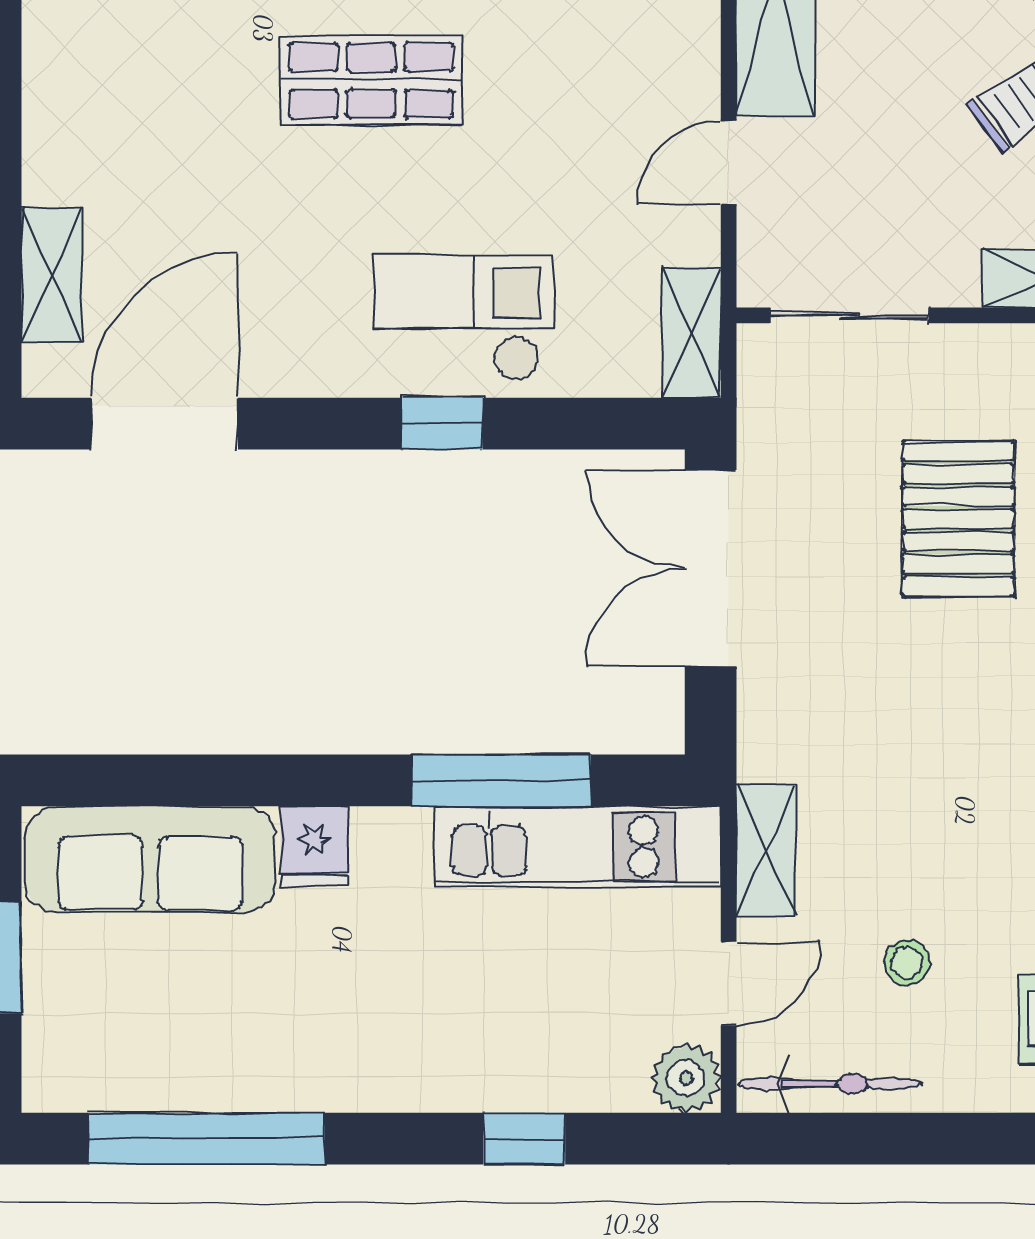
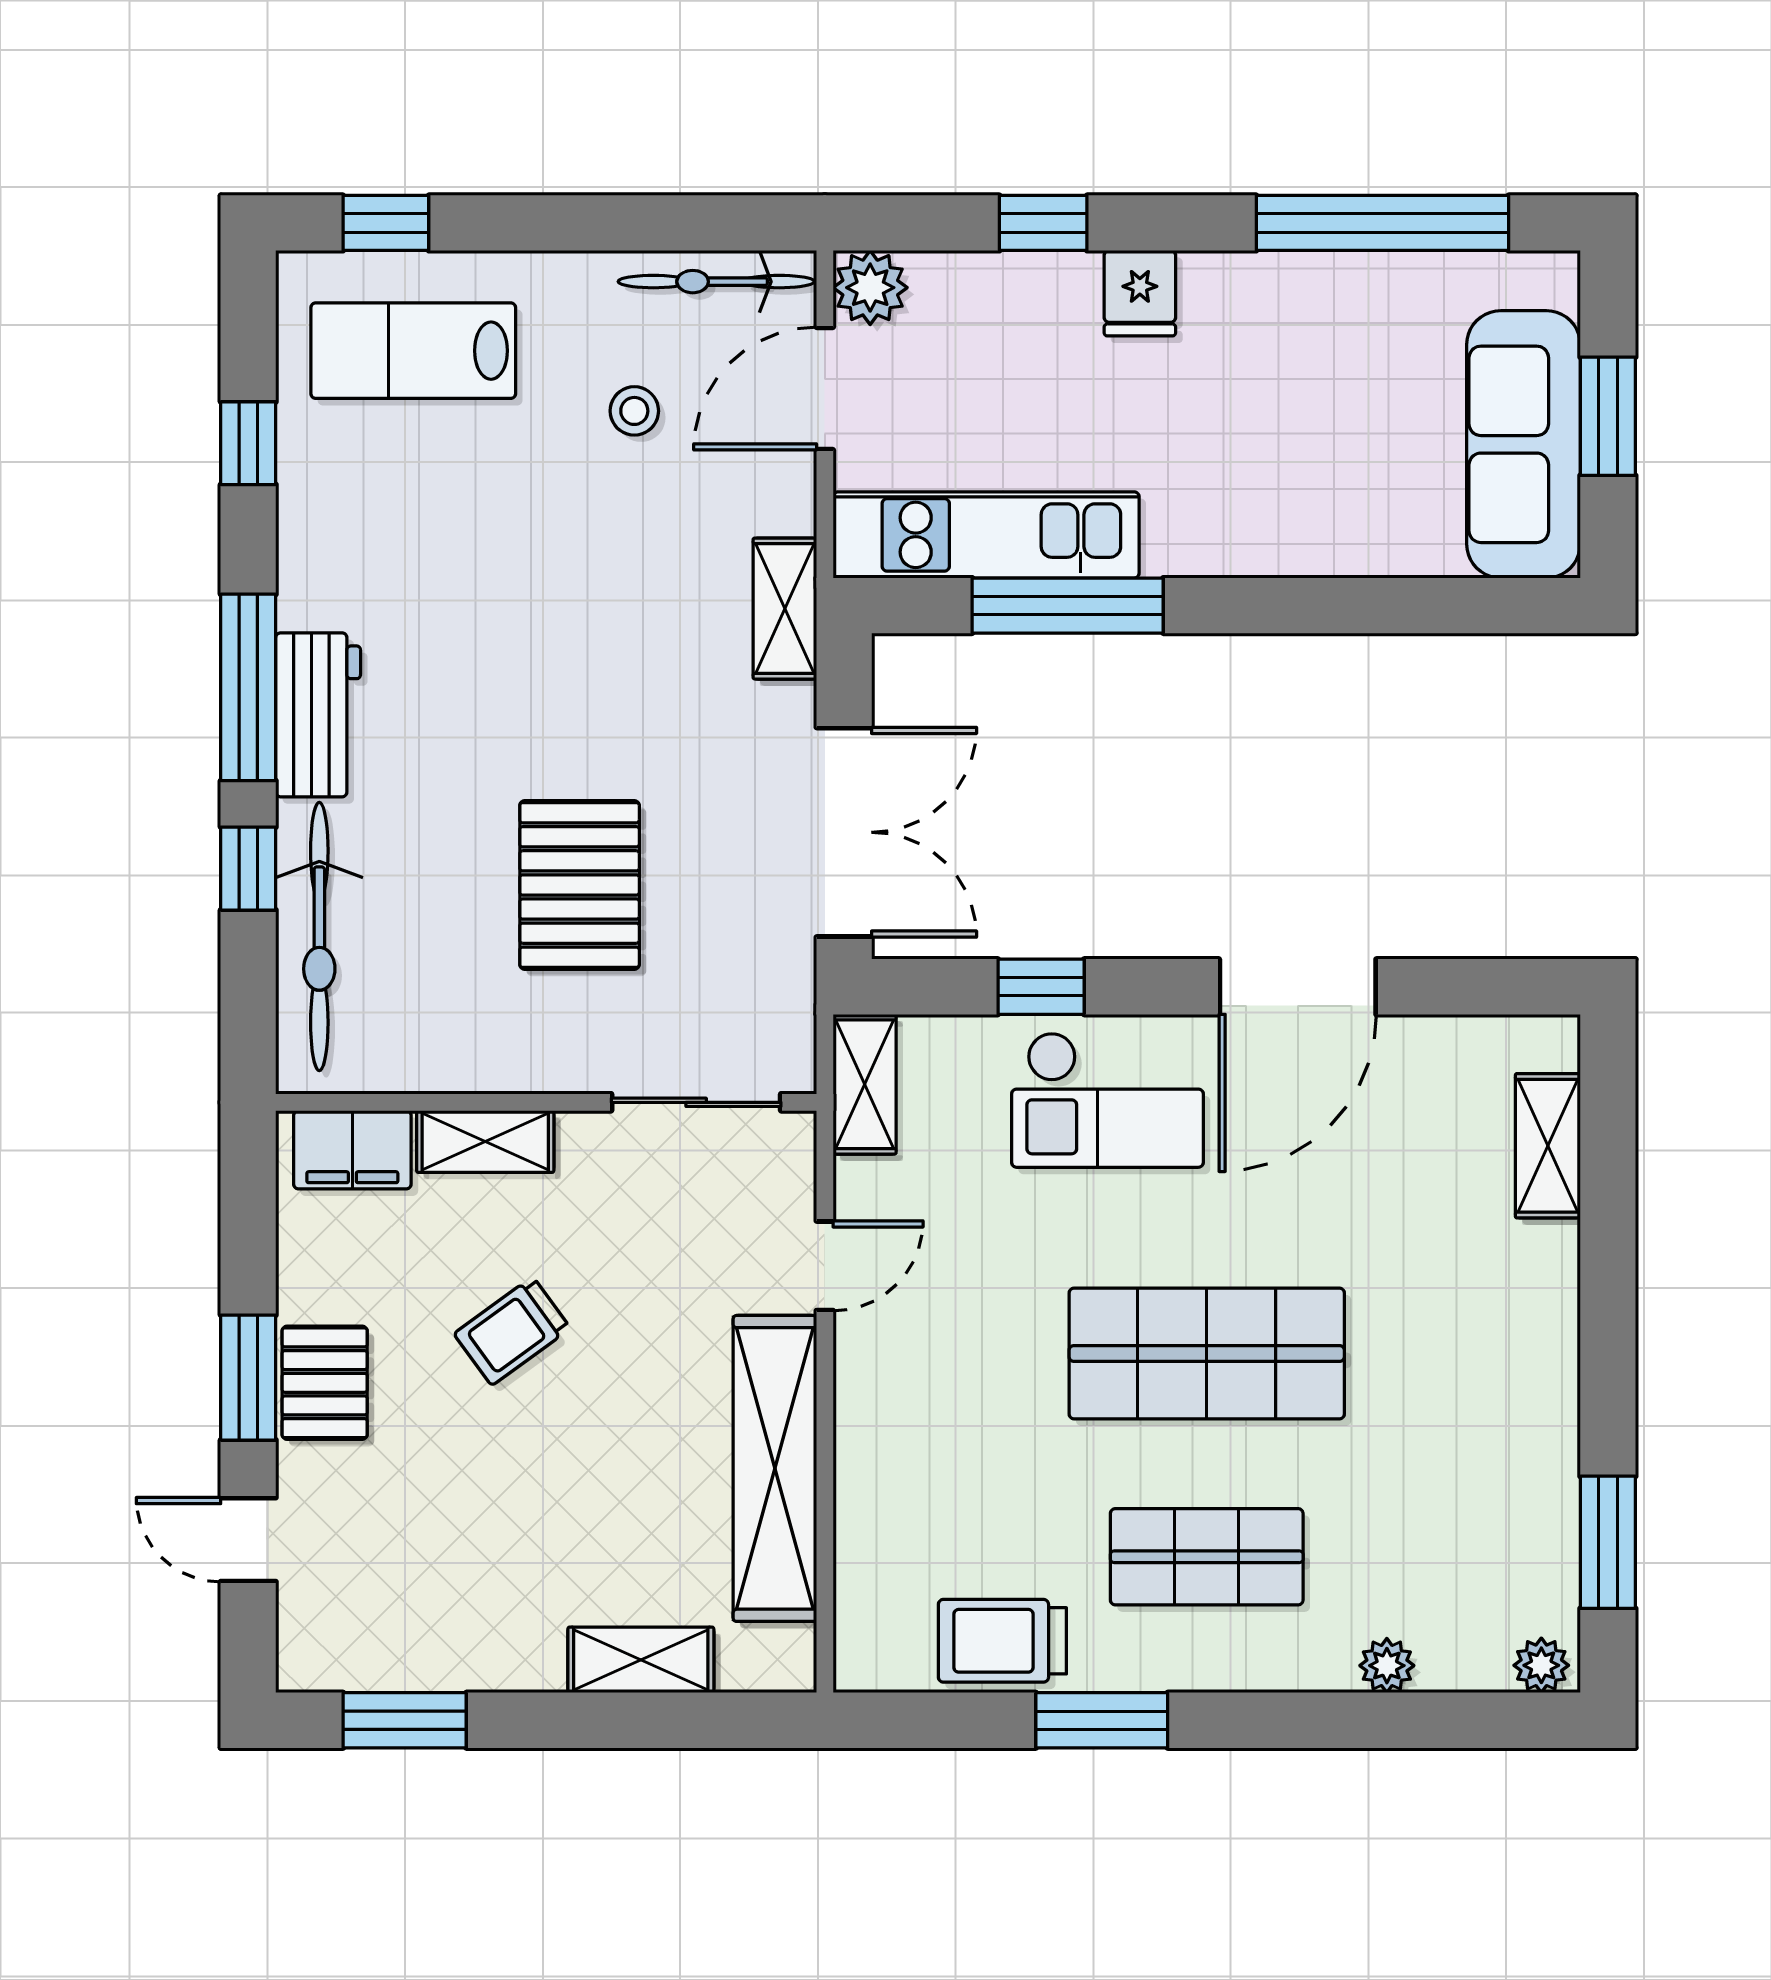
shop shelf: (371, 80) -> (1207, 1353), width x1.43, depth x1.36
door: (165, 424) -> (1298, 987), moved
window: (442, 424) -> (1041, 987), moved
fridge: (314, 846) -> (1140, 293), moved, turned 180
shelving: (766, 851) -> (785, 609), moved
sofa: (150, 859) -> (1524, 444), moved, turned -90
door: (729, 984) -> (825, 389), width x1.38

